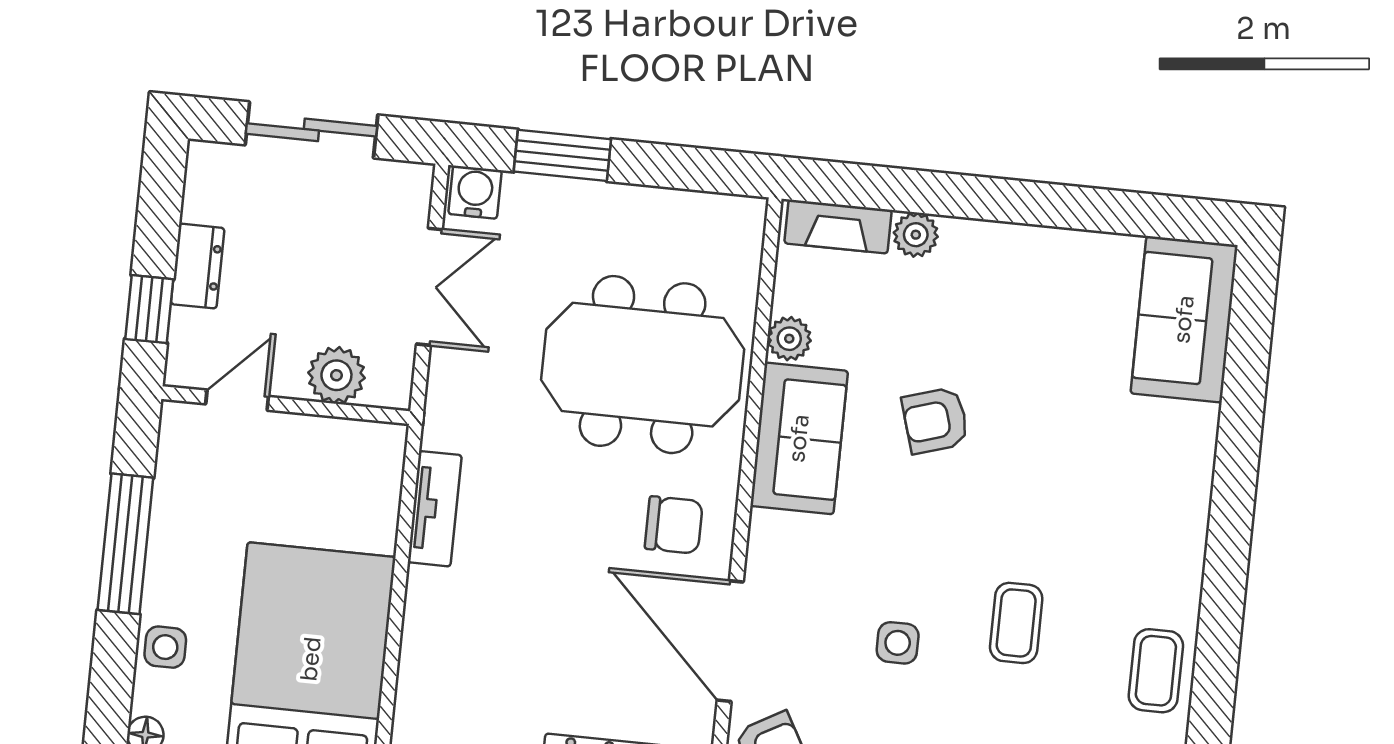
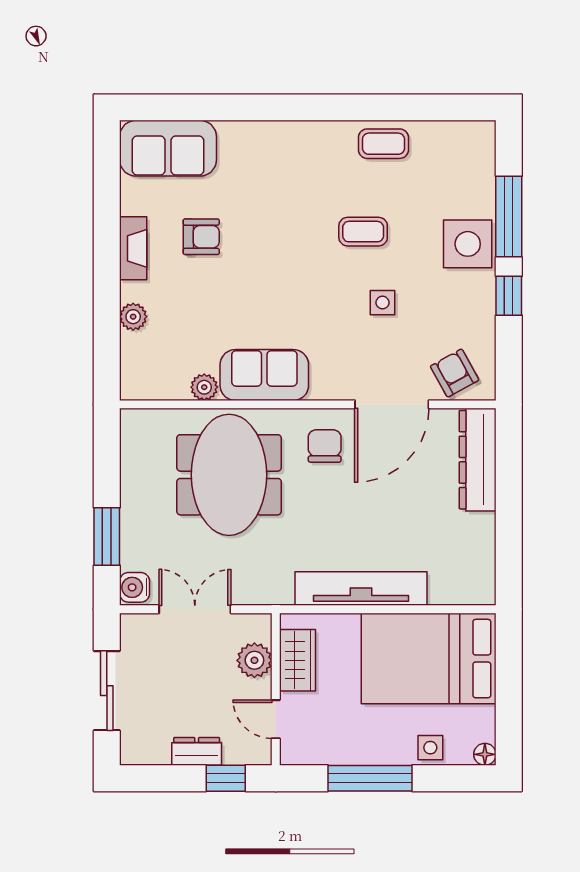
fireplace: (838, 227) -> (133, 248), moved
armchair: (935, 420) -> (201, 237), moved, turned -73
wardrobe: (329, 445) -> (297, 660), added
tv unit: (435, 509) -> (361, 589), width x1.92, depth x1.29

